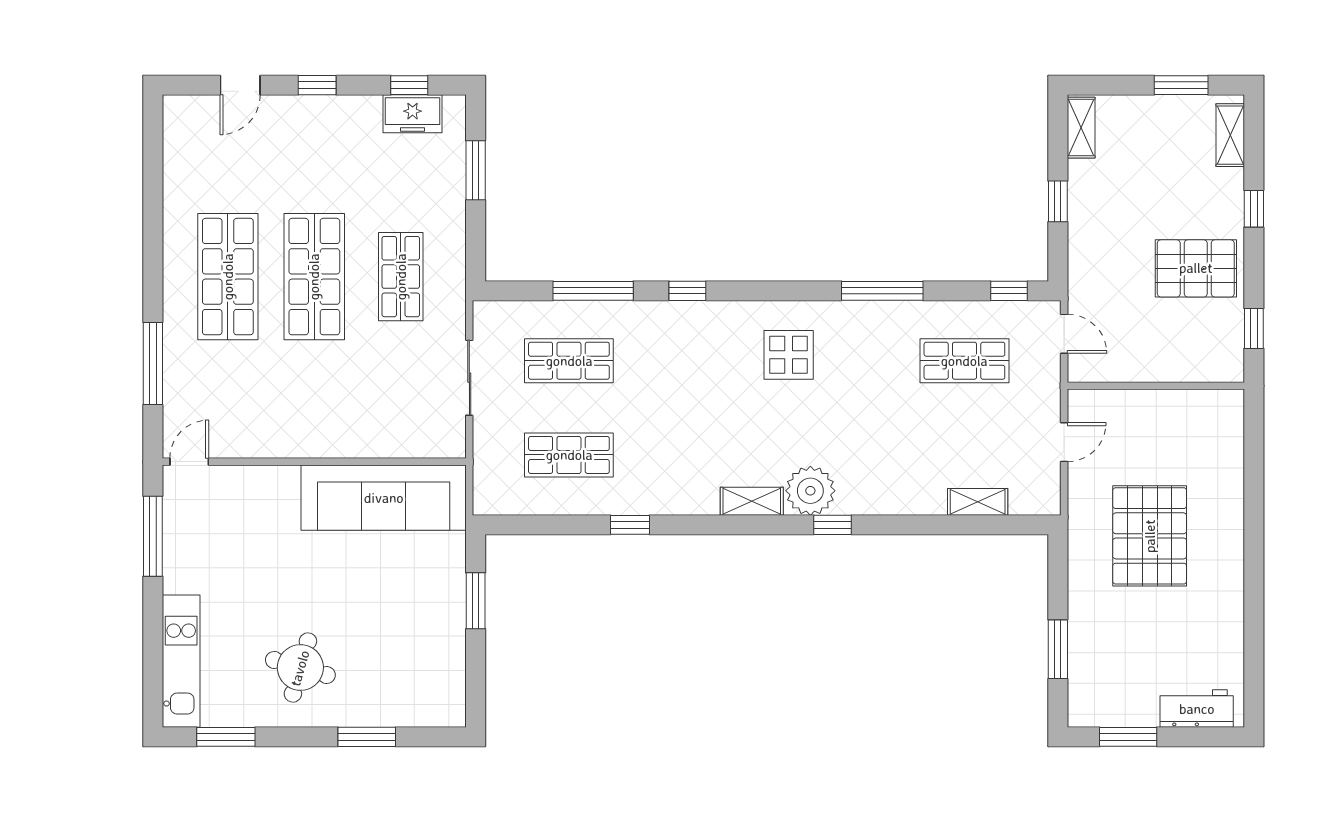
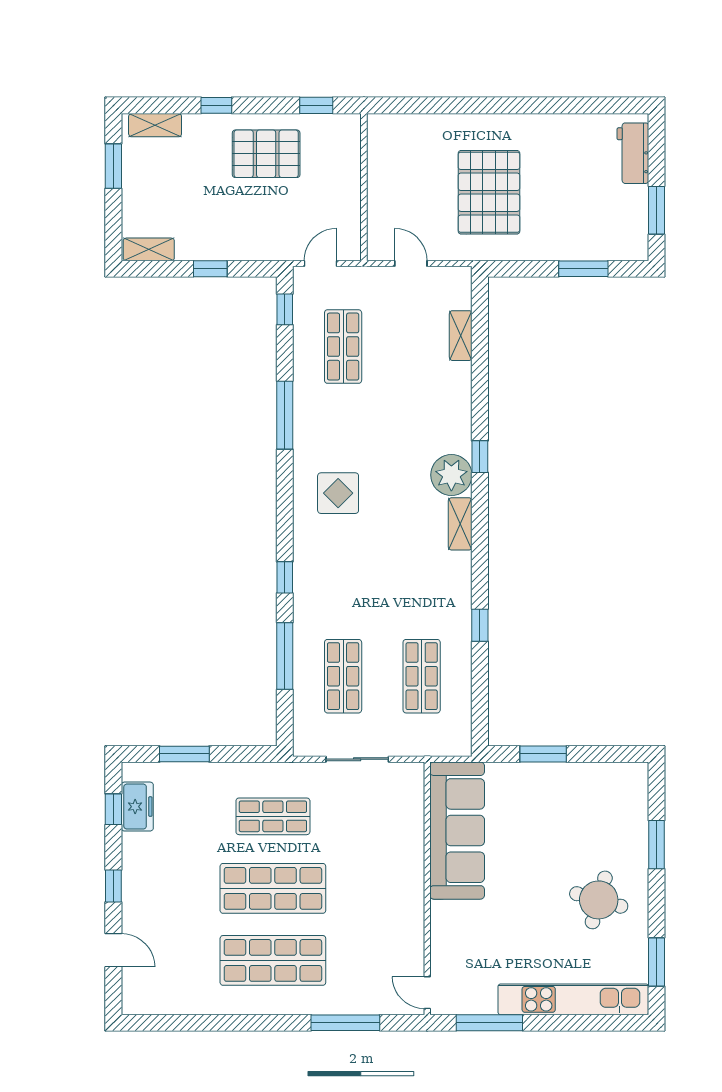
pallet: (1196, 268) -> (266, 154), turned 90
pallet: (1150, 536) -> (489, 192), turned 90
kitchen unit: (181, 661) -> (573, 999), width x1.36

